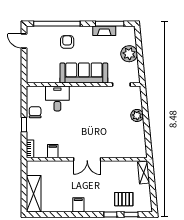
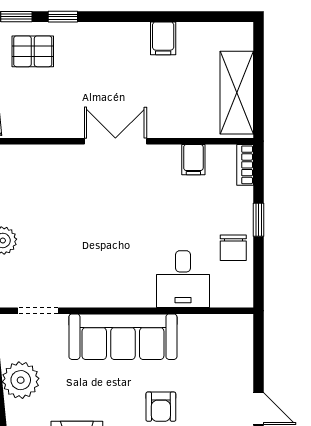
shelving: (34, 194) -> (237, 93), moved
filing cabinet: (78, 205) -> (163, 38), moved

